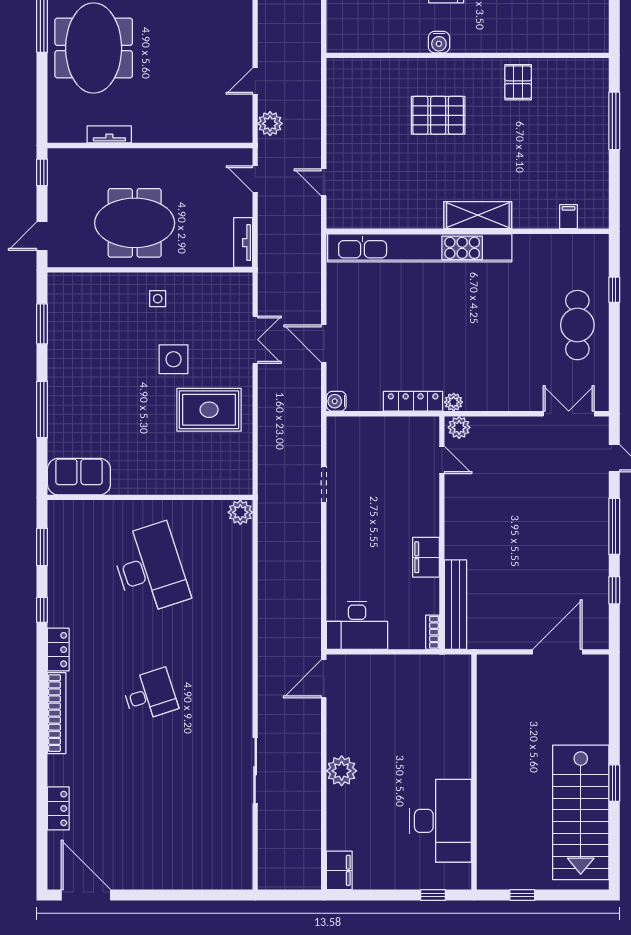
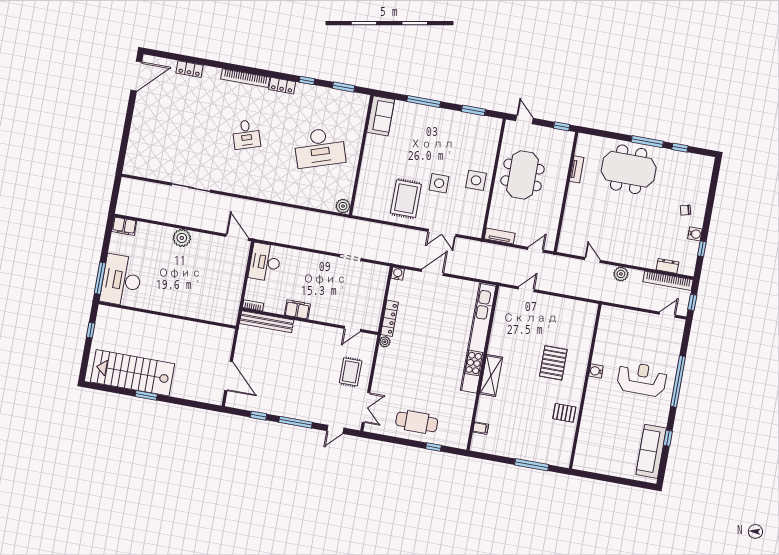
plant: (270, 124) -> (621, 274), moved
side table: (158, 299) -> (476, 180), width x1.87, depth x1.87
plant: (459, 427) -> (369, 342), removed
rug: (514, 450) -> (351, 372), added
desk: (441, 821) -> (121, 280), moved, turned 90
window: (433, 895) -> (100, 278), width x2.17

